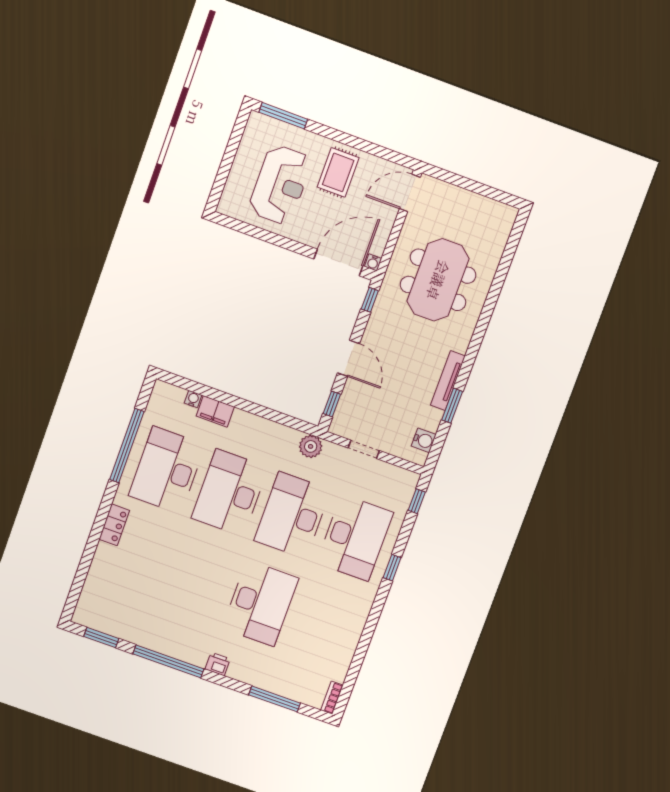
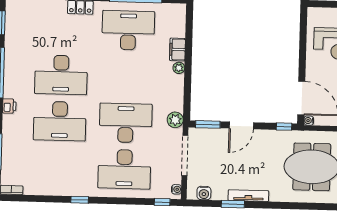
water cooler: (193, 399) -> (176, 189), moved
window: (332, 404) -> (208, 124), width x1.50
plant: (241, 418) -> (179, 68), added
doorway: (364, 449) -> (185, 155), width x1.88
desk: (230, 493) -> (61, 75), moved, turned 180
window: (392, 568) -> (80, 200), moved

